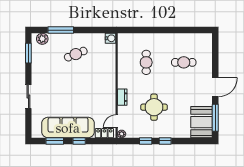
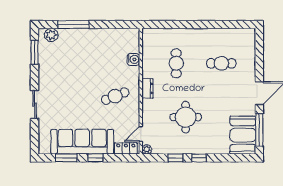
water cooler: (111, 38) -> (133, 59), moved
cafe table: (76, 54) -> (115, 96), moved
dresser: (122, 97) -> (148, 88), moved

